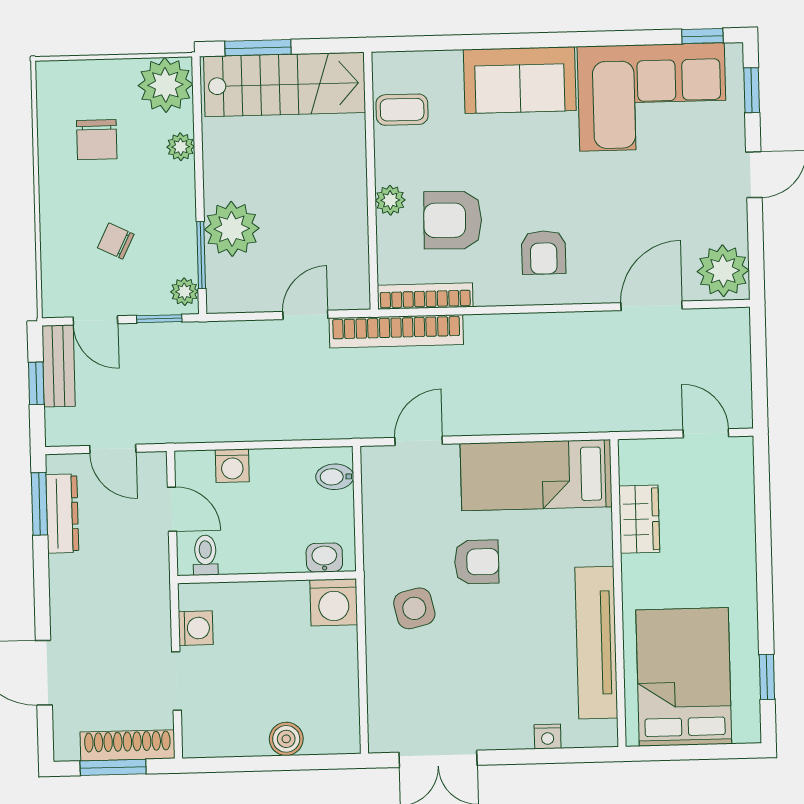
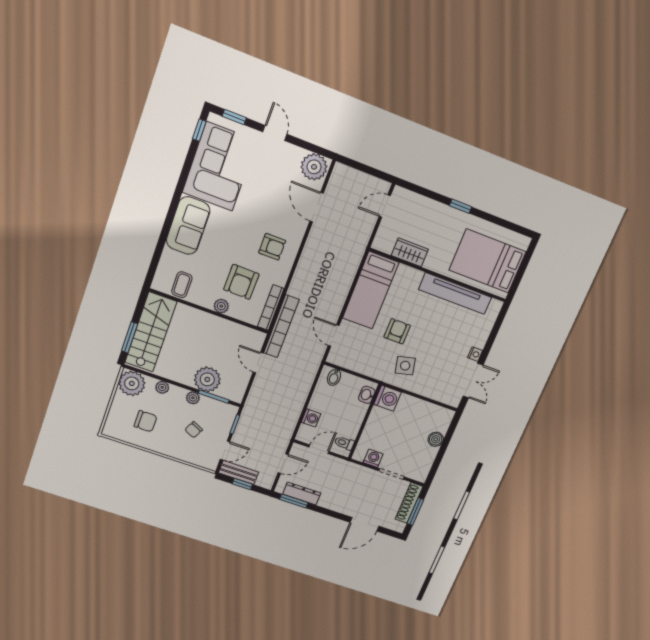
plant: (184, 292) -> (193, 398), moved
window: (767, 677) -> (460, 206), moved
nightstand: (548, 737) -> (475, 354), moved

